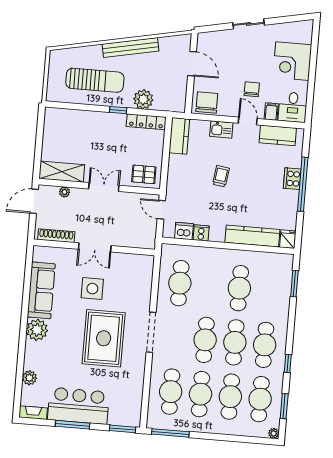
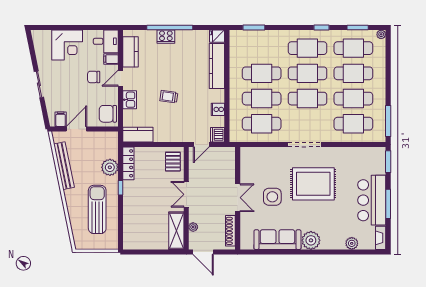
filing cabinet: (205, 46) -> (61, 119), added
bench: (130, 48) -> (64, 166), moved
dishwasher: (184, 231) -> (218, 135), moved
cafe table: (210, 286) -> (262, 99), added

